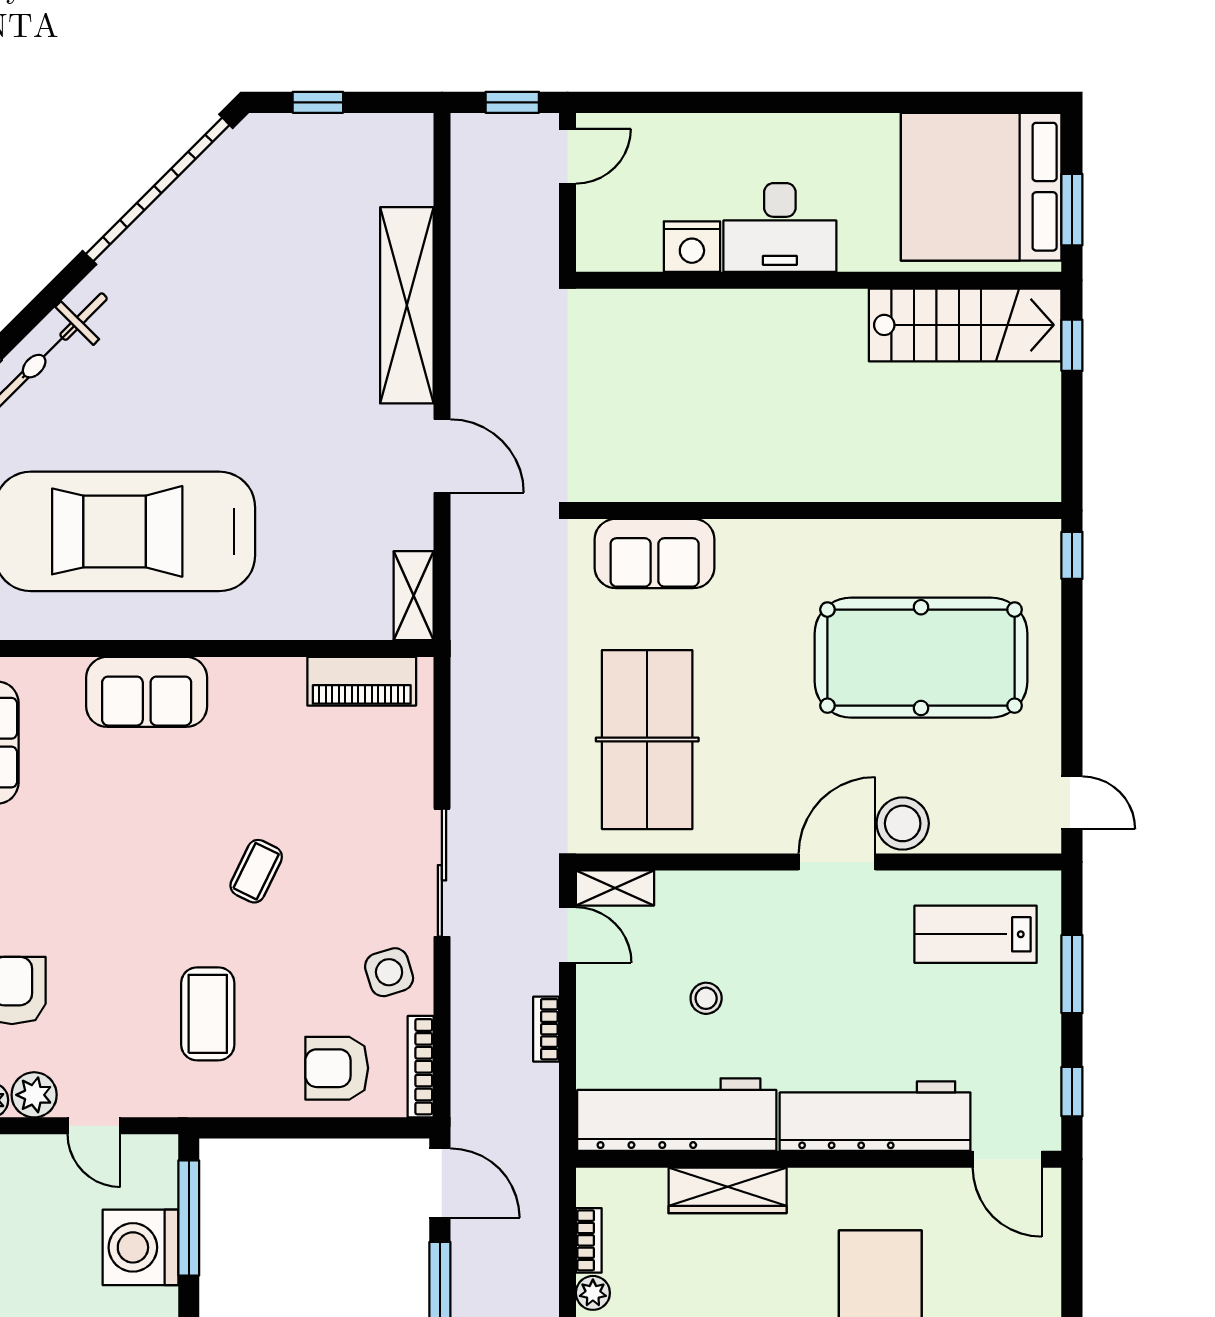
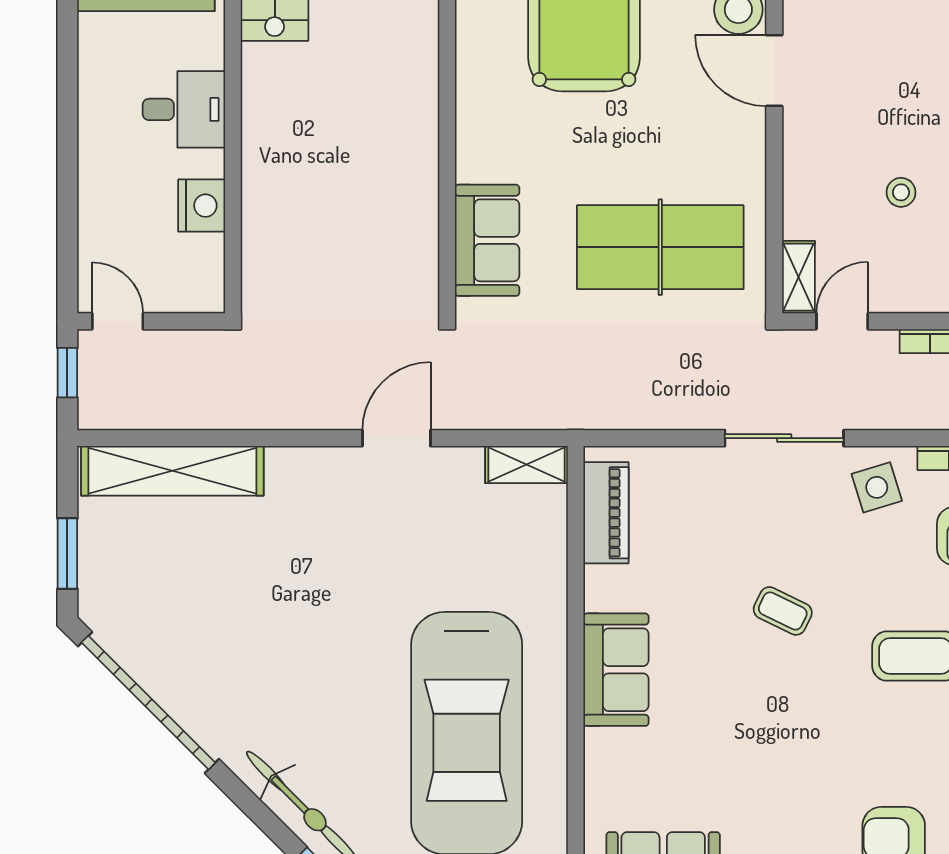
window: (318, 102) -> (67, 554), width x1.50
desk: (780, 227) -> (184, 109), width x0.73
shelving: (407, 305) -> (172, 471), moved
sofa: (147, 692) -> (616, 670), moved

